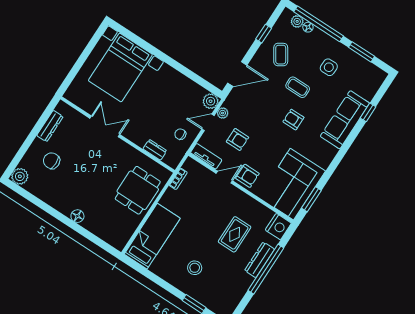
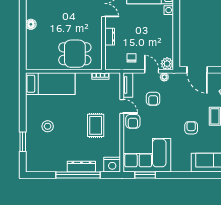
dresser: (155, 150) -> (110, 37), moved
rug: (235, 234) -> (96, 125), moved, turned 90

